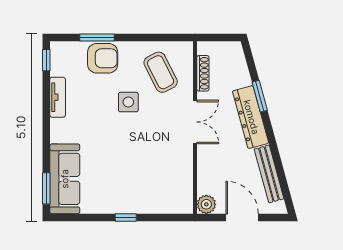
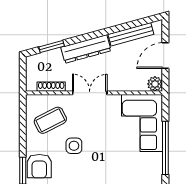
armchair: (103, 58) -> (39, 166), turned 180
window: (260, 96) -> (52, 47), moved
corner sofa: (157, 188) -> (142, 123), added
window: (126, 217) -> (165, 148), width x3.17

